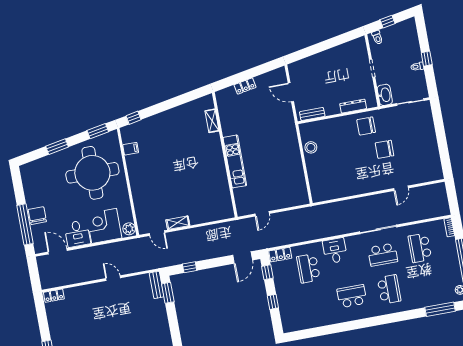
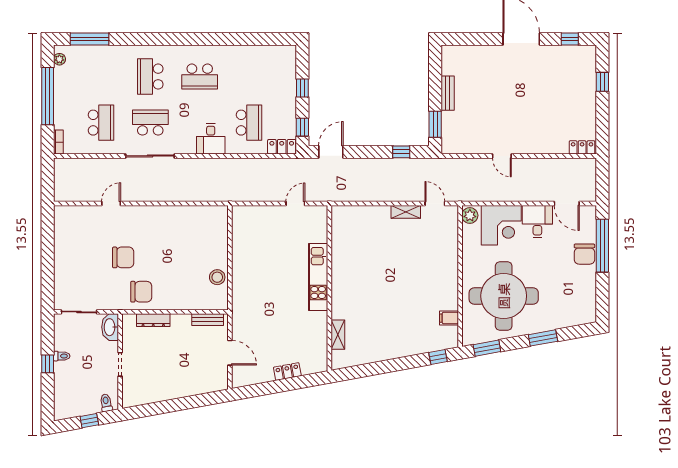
bench: (157, 285) -> (448, 93), moved

